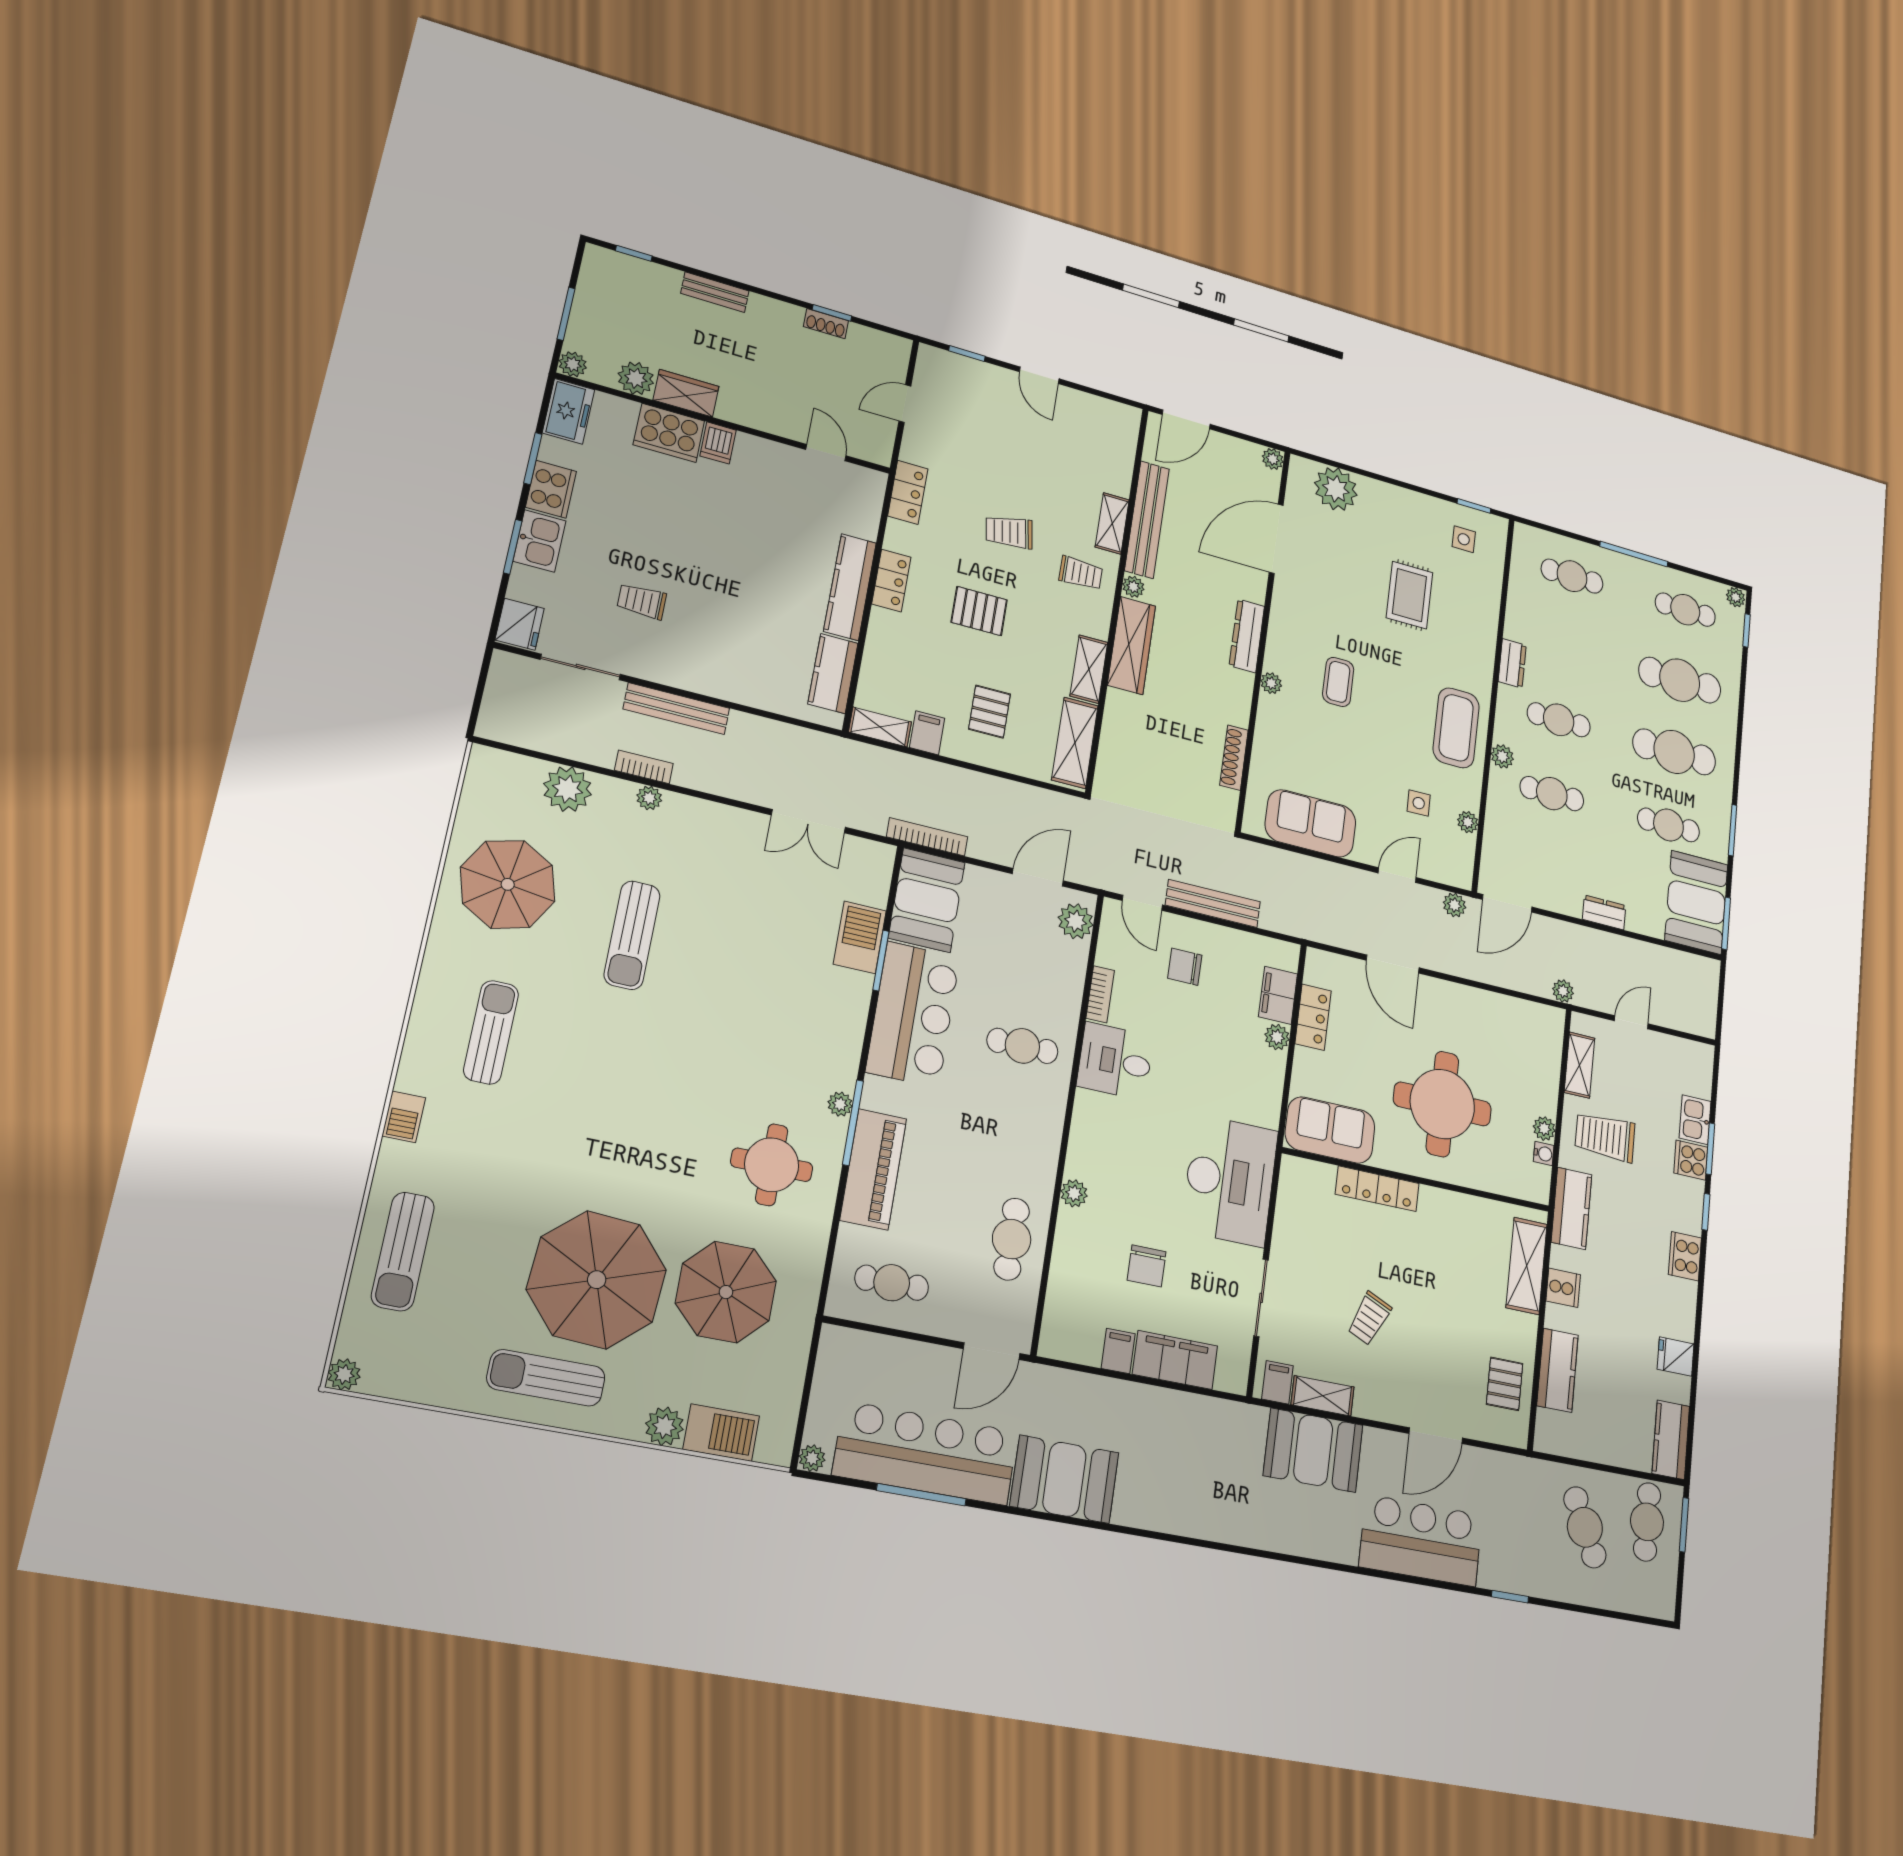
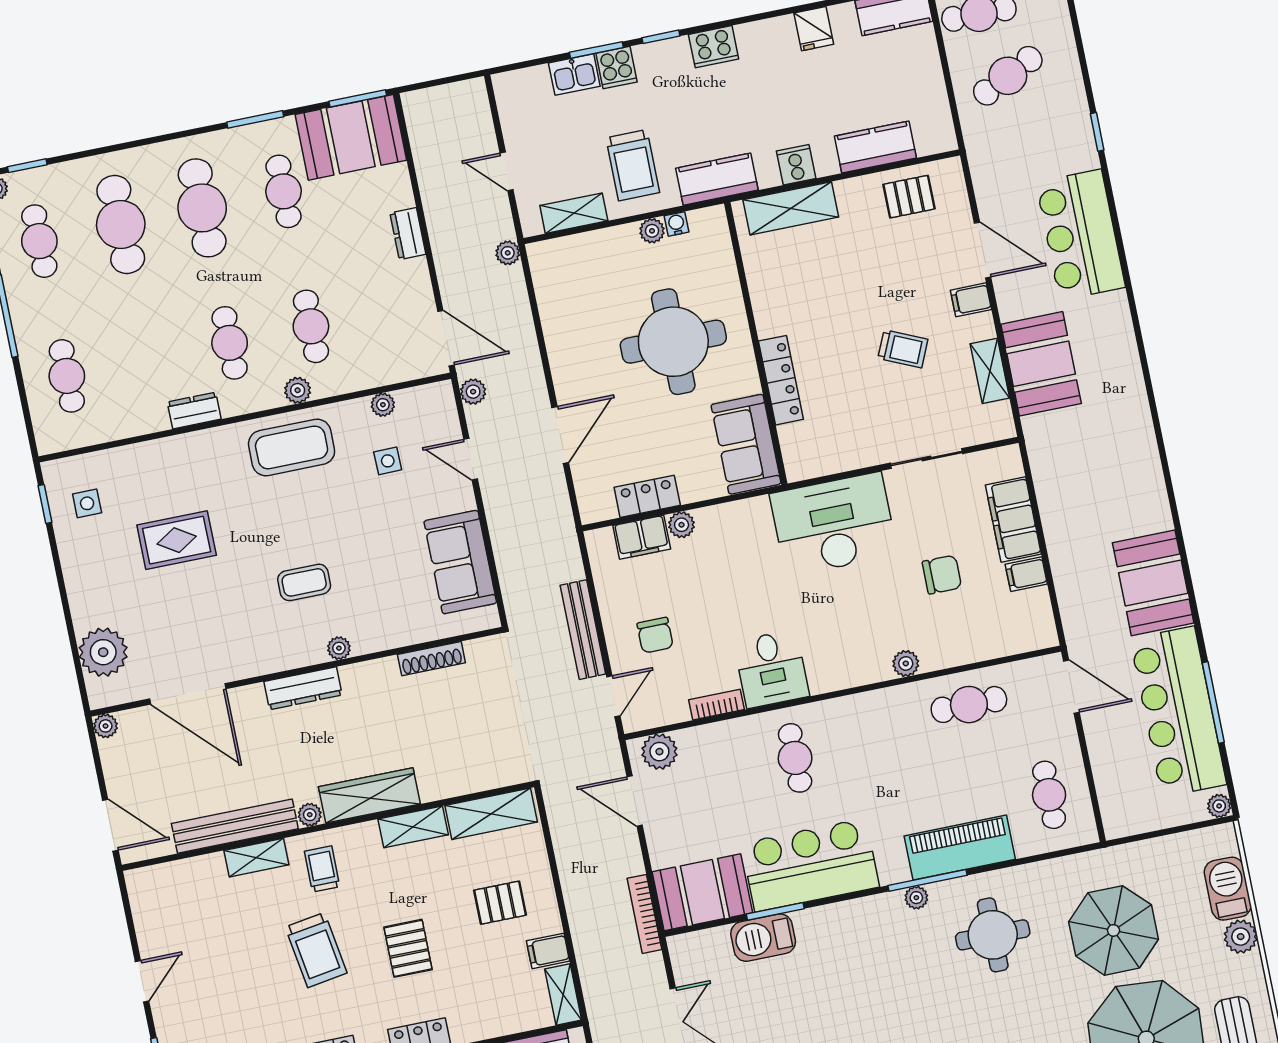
trolley: (1009, 532) -> (316, 950), width x1.36, depth x1.39
filing cabinet: (1277, 1382) -> (971, 300), moved

